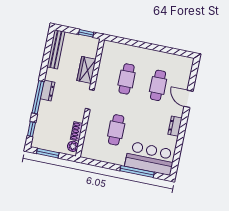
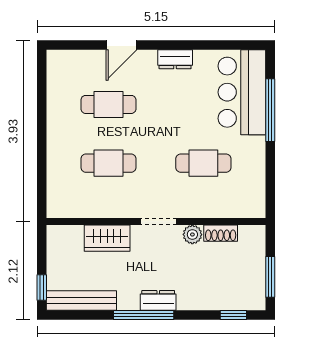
window: (86, 33) -> (42, 288), moved
window: (38, 97) -> (144, 315), moved
plant: (73, 146) -> (192, 234), moved

